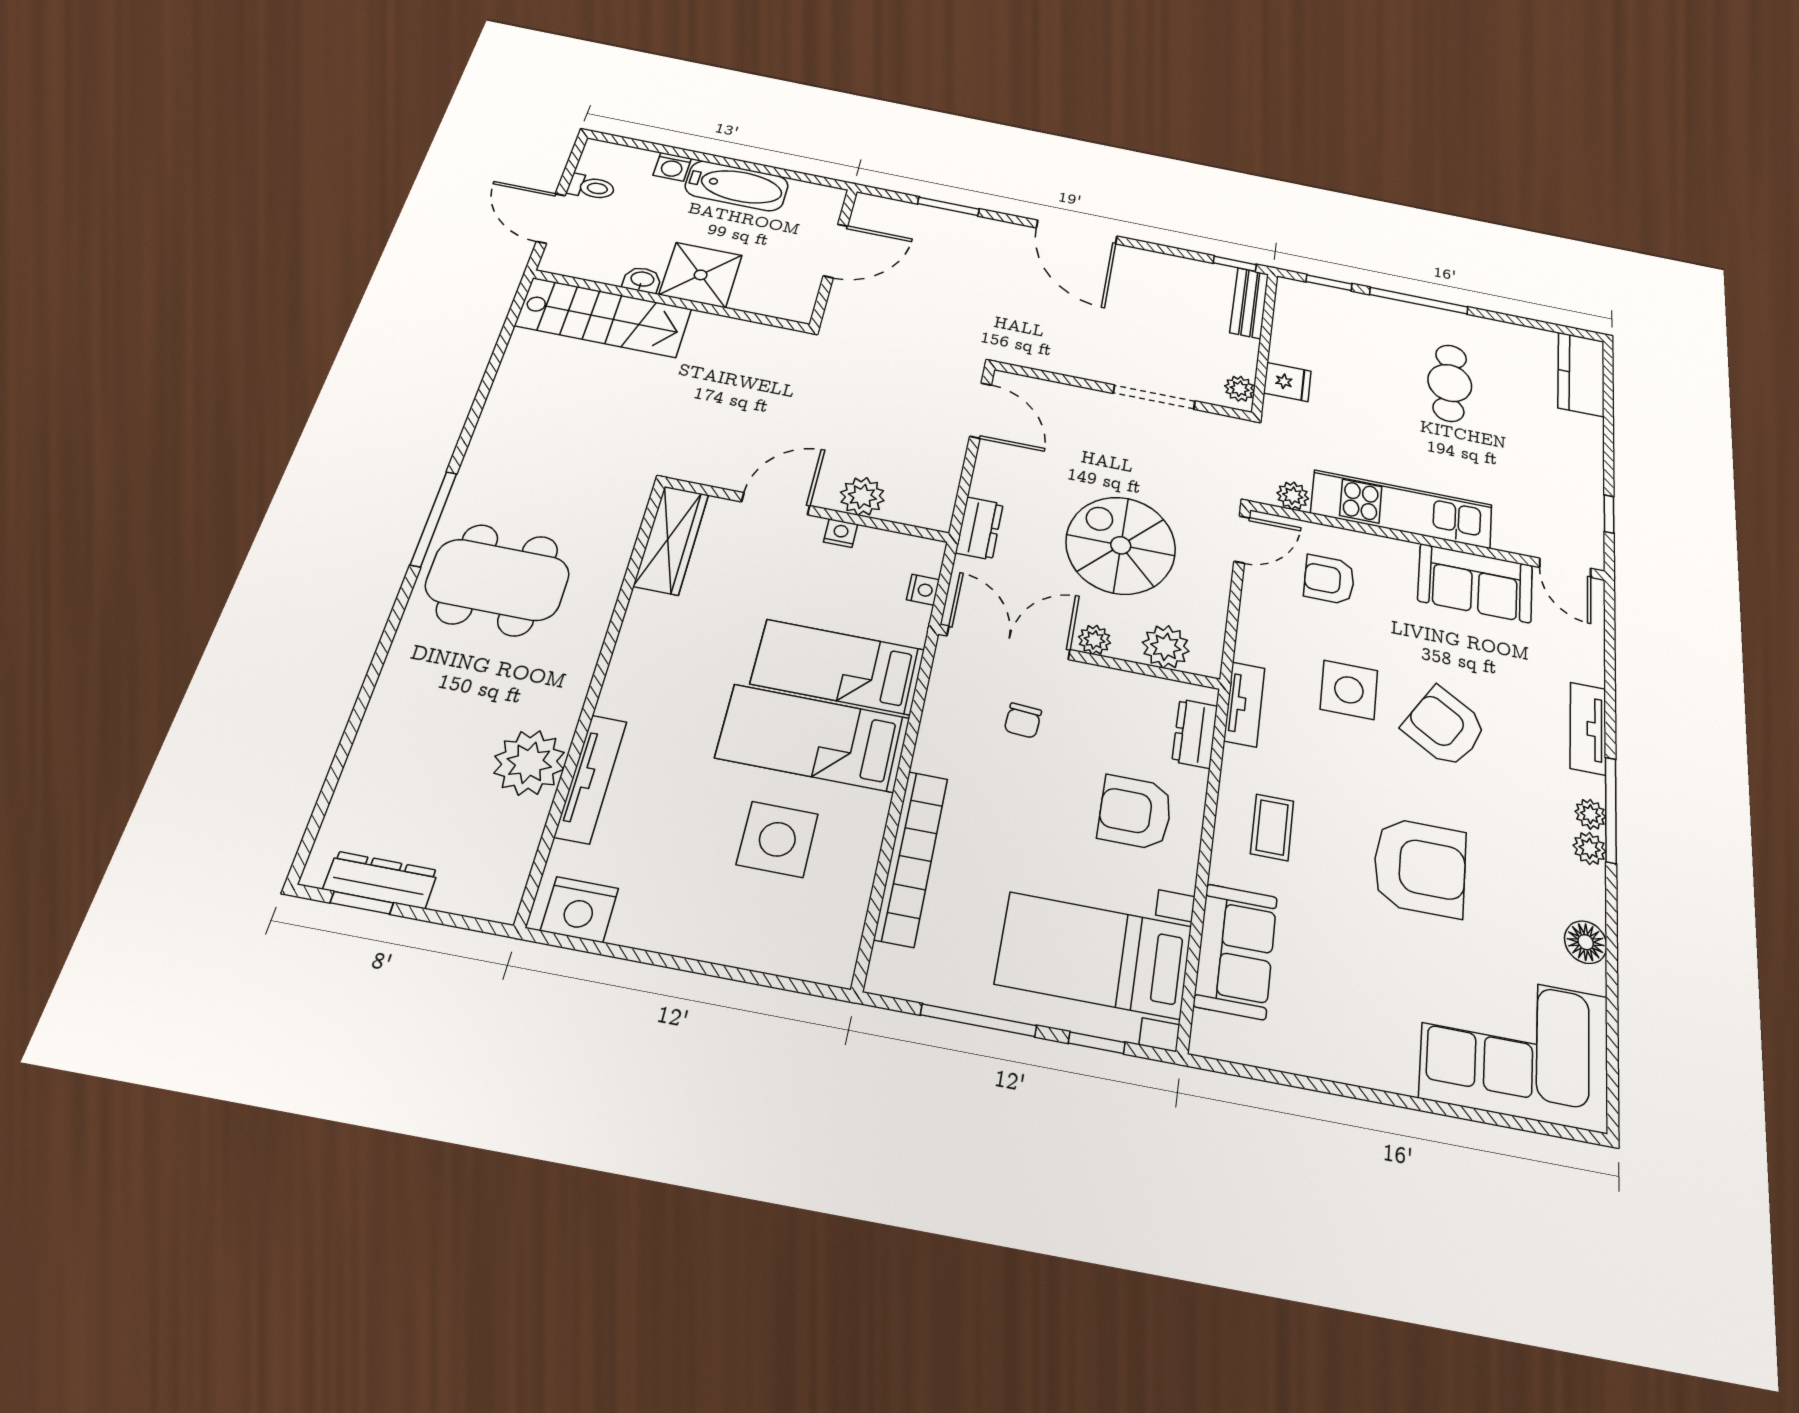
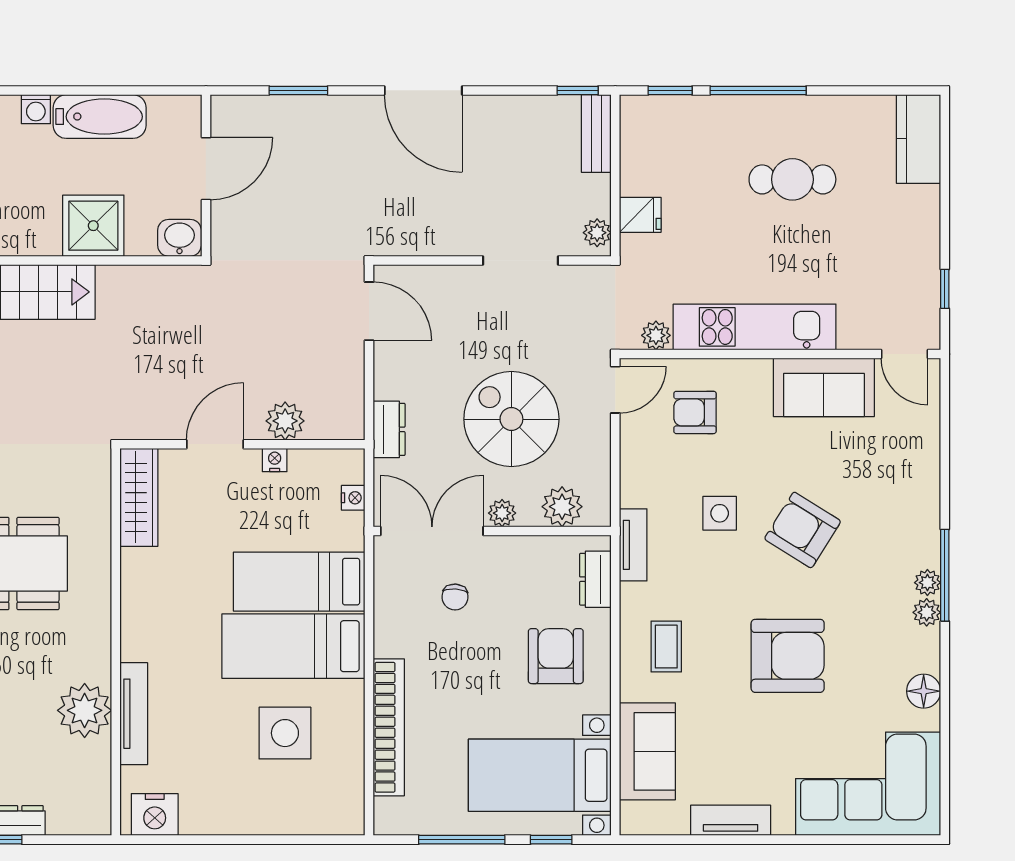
washbasin: (642, 280) -> (179, 238), moved, width x1.38, depth x1.45
cafe table: (1450, 383) -> (792, 179), turned 90
side table: (1349, 690) -> (720, 513), width x0.73, depth x0.73
tv unit: (1588, 728) -> (731, 820), moved, turned 90
armchair: (1135, 812) -> (556, 656), turned 90

